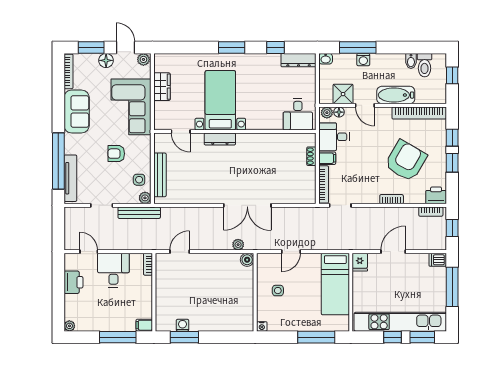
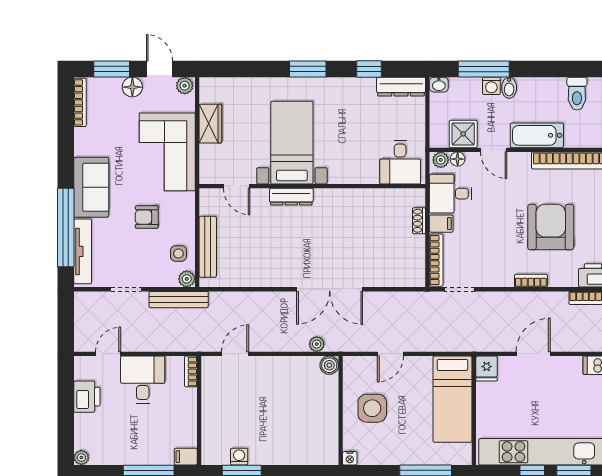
bidet: (411, 61) -> (509, 88), moved
sofa: (77, 112) -> (91, 187), moved
armchair: (406, 161) -> (551, 227), turned -30
door: (89, 252) -> (108, 354), hinge flipped
side table: (278, 291) -> (372, 408), width x1.87, depth x1.87

